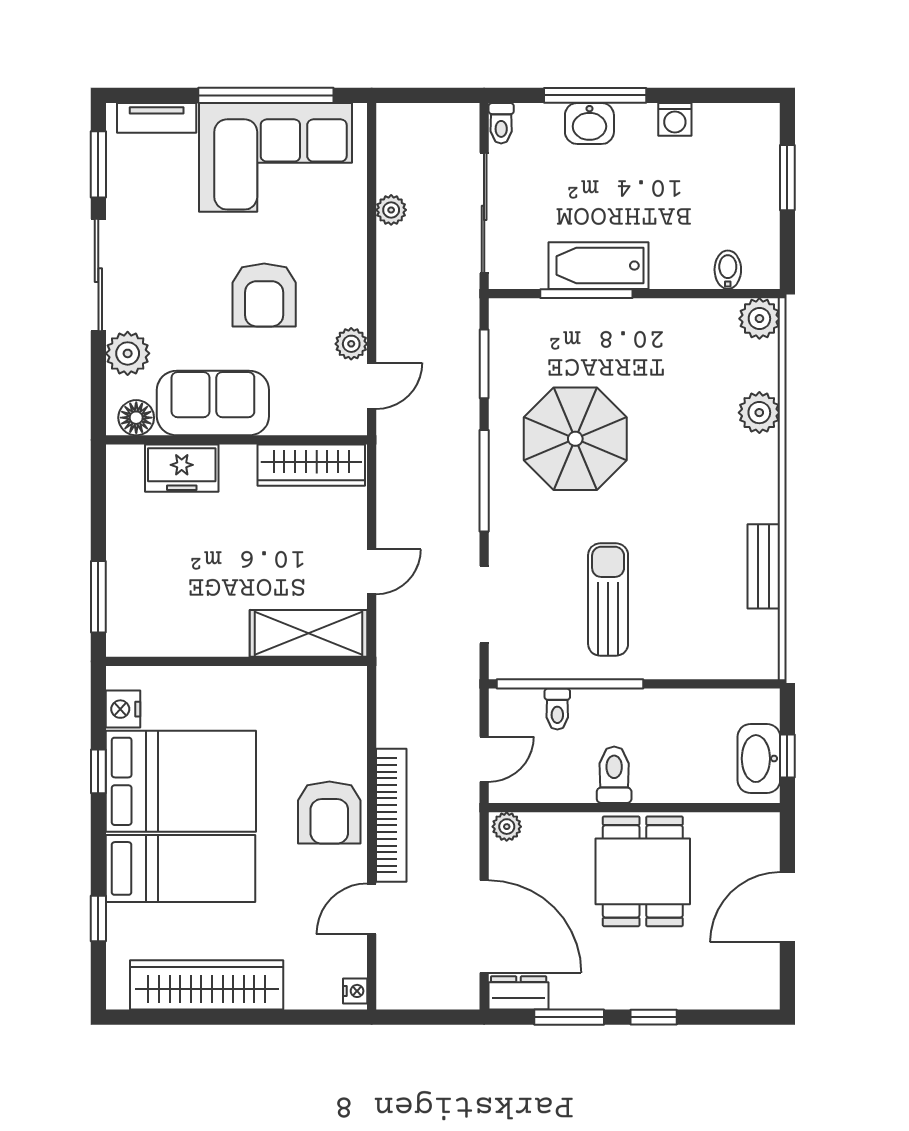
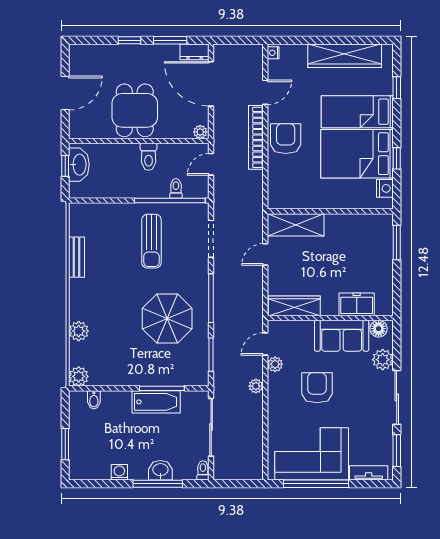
plant: (391, 210) -> (256, 386), moved

